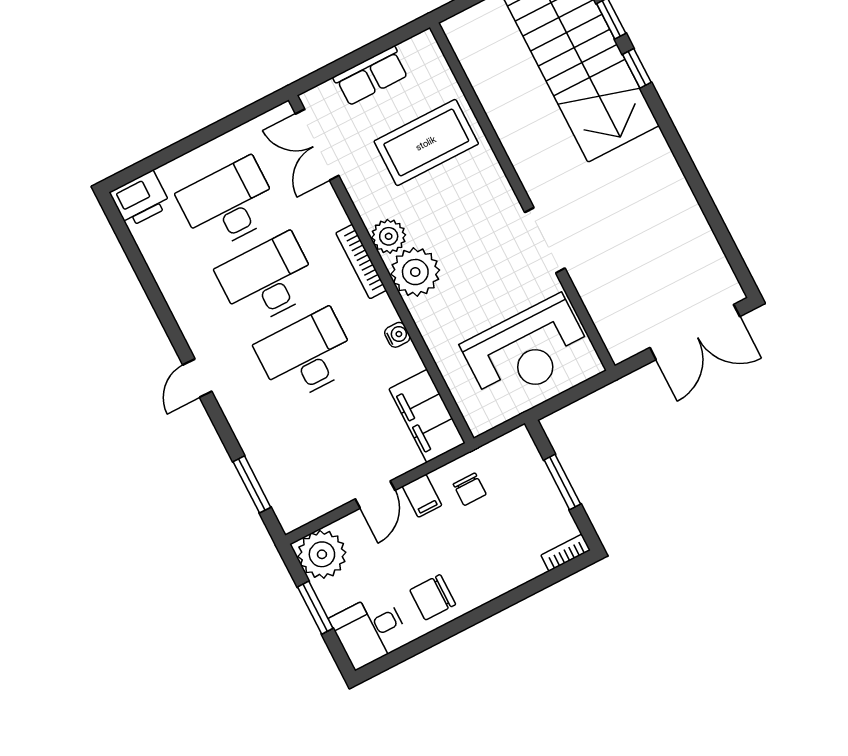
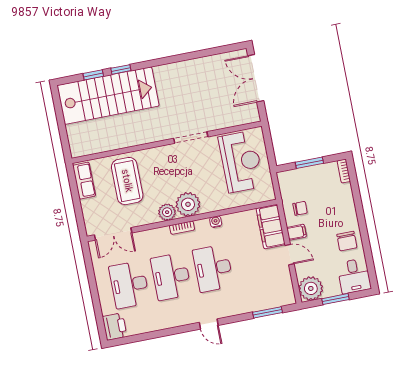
row of seats: (371, 76) -> (84, 181), moved
bookcase: (361, 262) -> (182, 228), width x0.64
double door: (695, 332) -> (256, 78), swing flipped
filing cabinet: (427, 416) -> (271, 227), moved, turned 90

